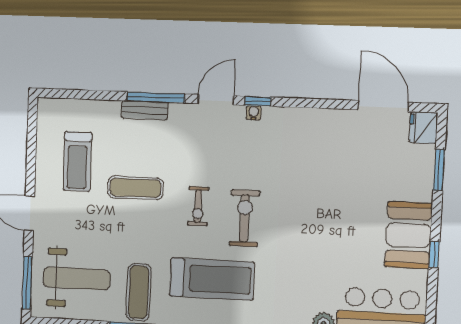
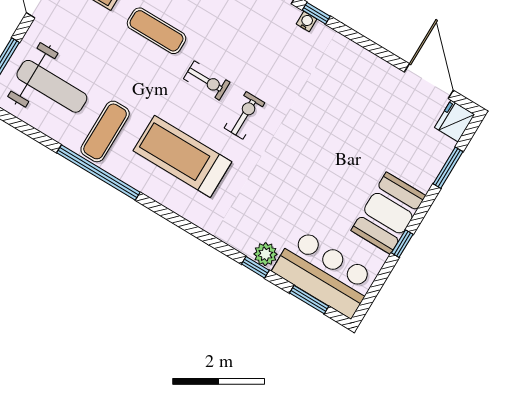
exercise bike: (198, 206) -> (207, 81), turned -90
exercise bike: (244, 218) -> (245, 115), width x0.73, depth x0.72
treadmill: (212, 279) -> (182, 156), turned 180

